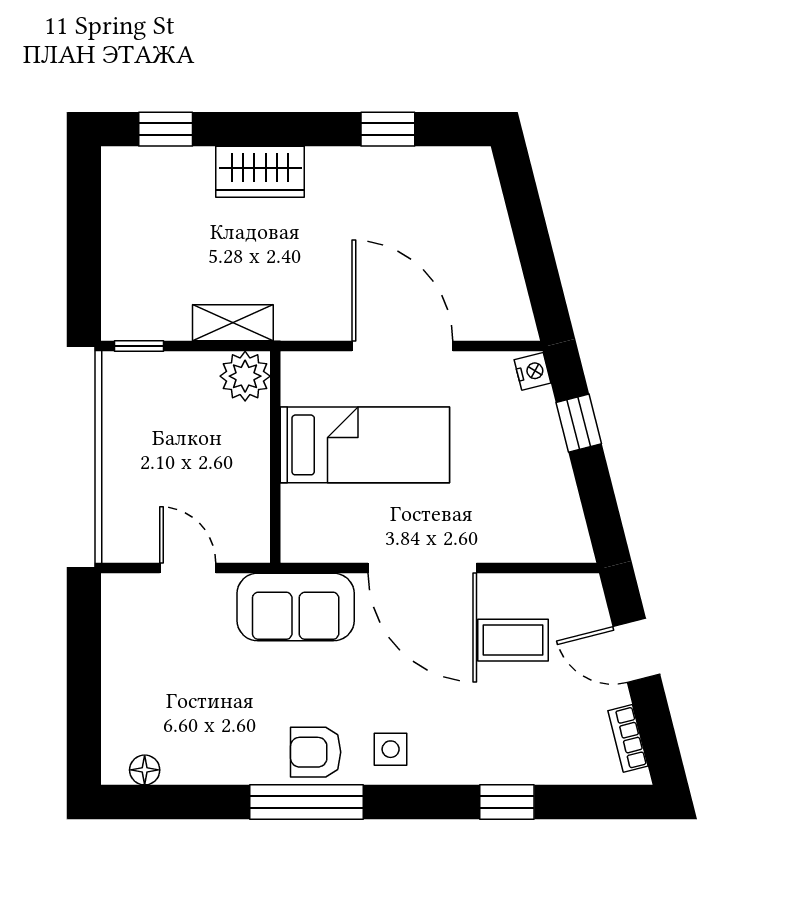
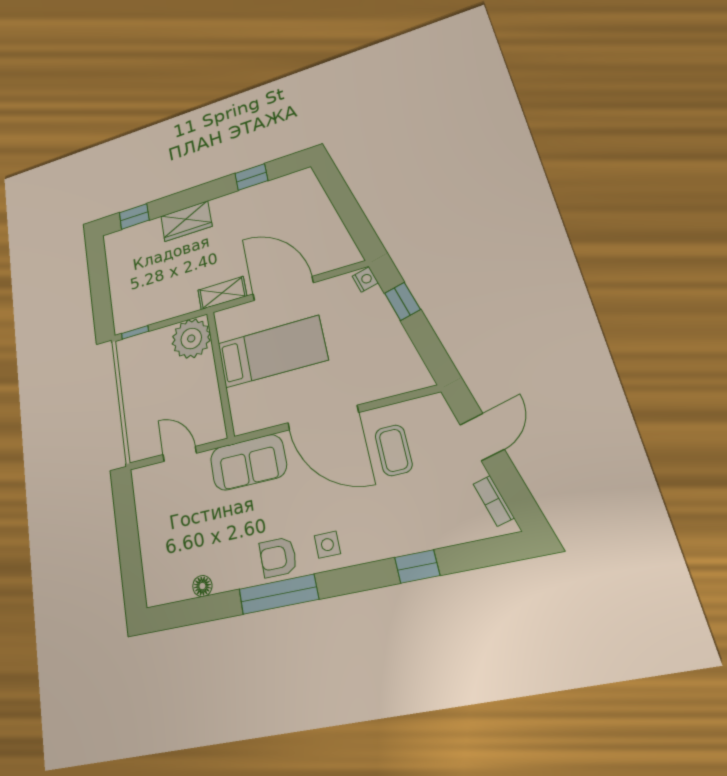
shelving: (233, 323) -> (222, 293), moved
plant: (245, 376) -> (191, 339), width x1.36, depth x1.36
coffee table: (513, 640) -> (394, 450), turned 90
door: (636, 650) -> (482, 437), swing flipped
floor lamp: (145, 770) -> (202, 586), moved

